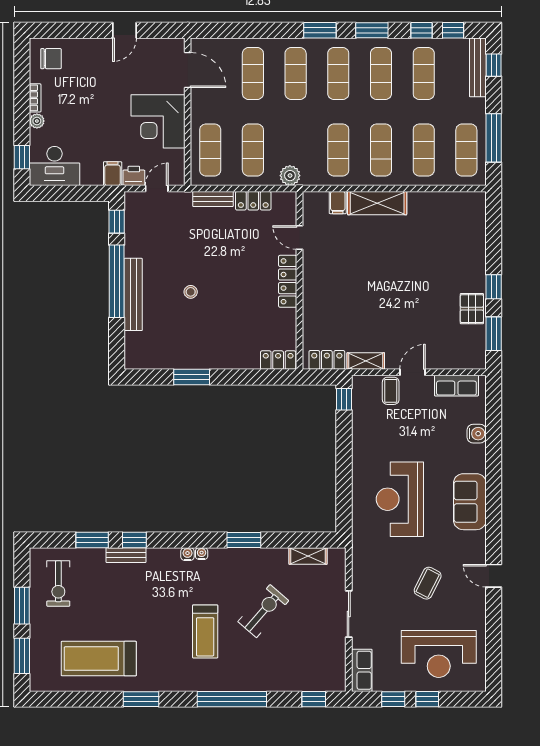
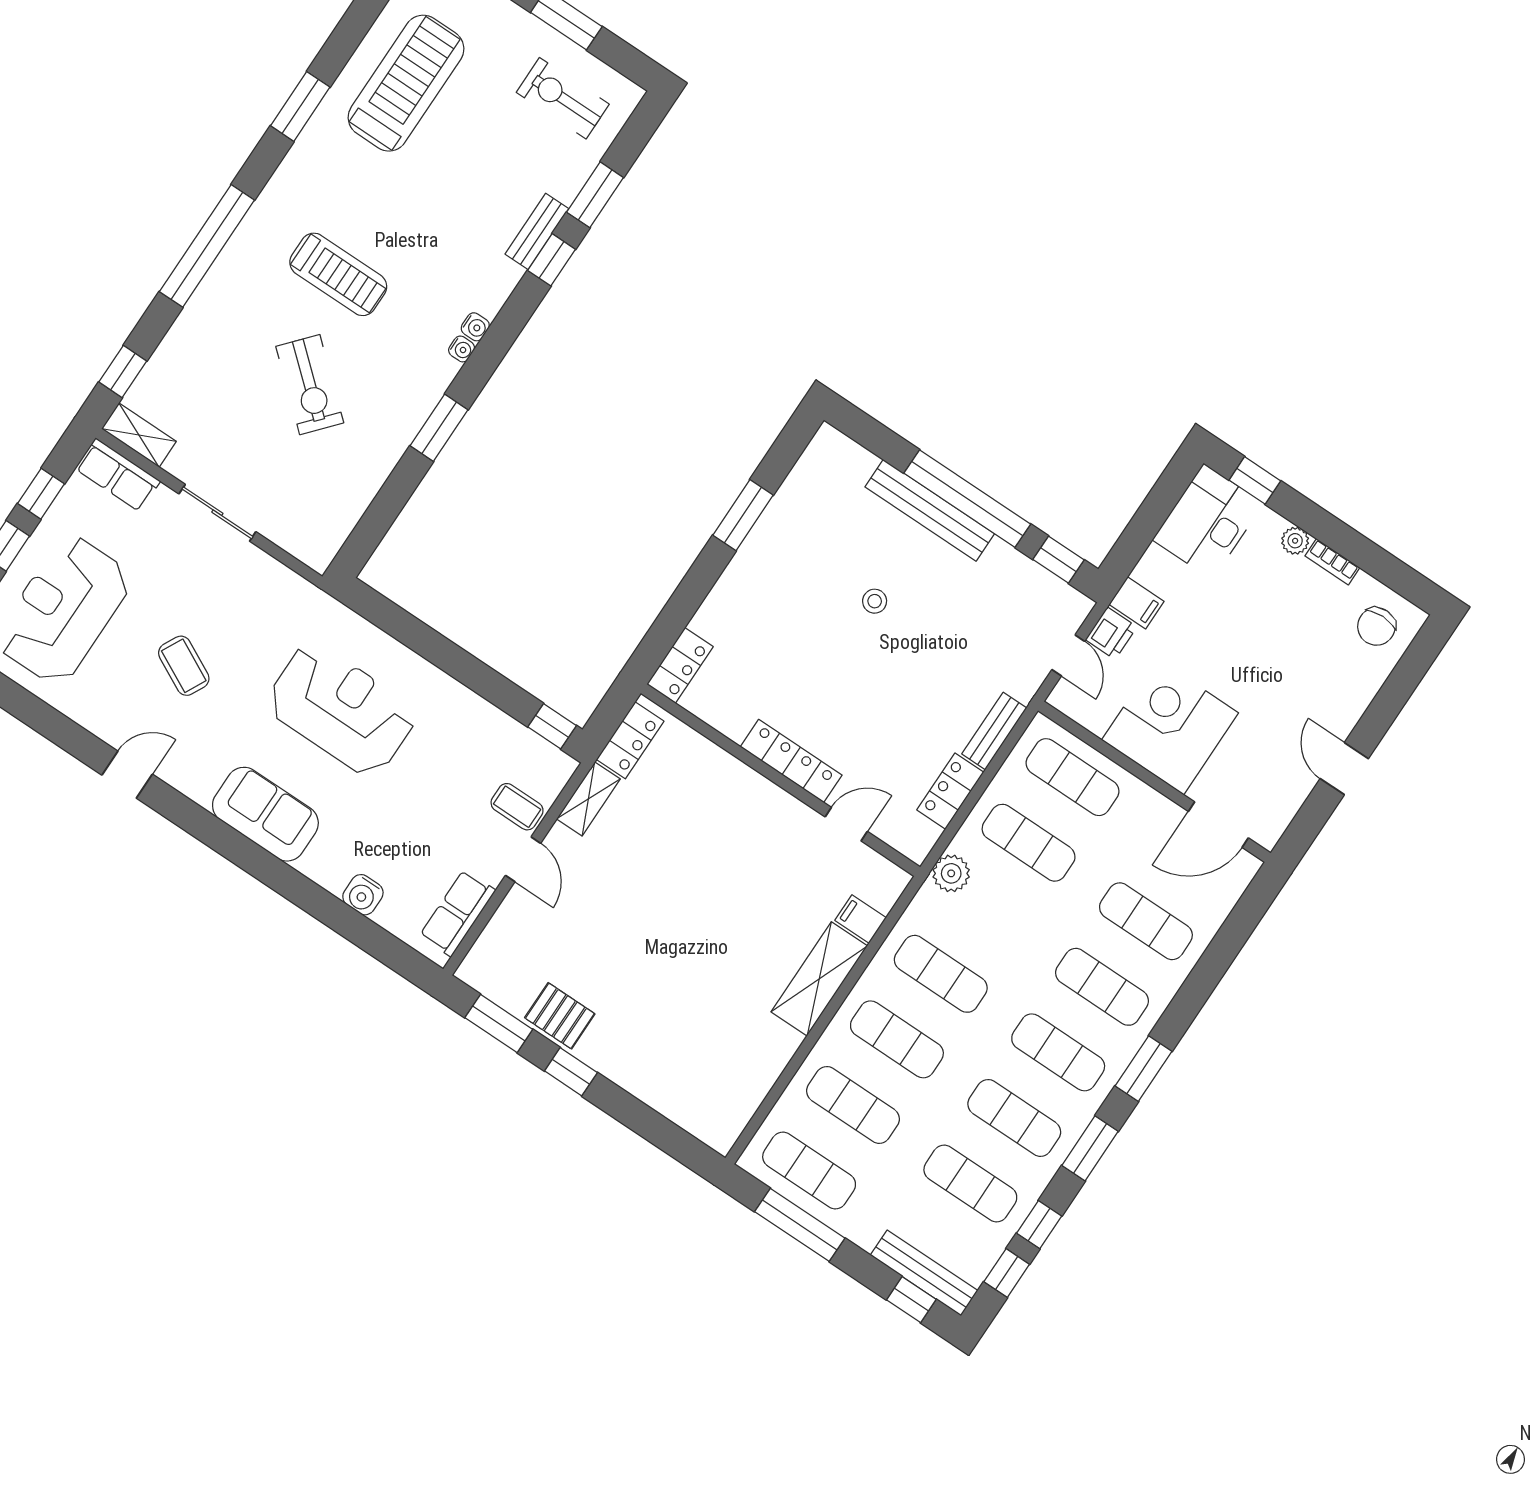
shelving: (308, 556) -> (139, 435), moved, turned 90
treadmill: (205, 631) -> (338, 274), turned 180

